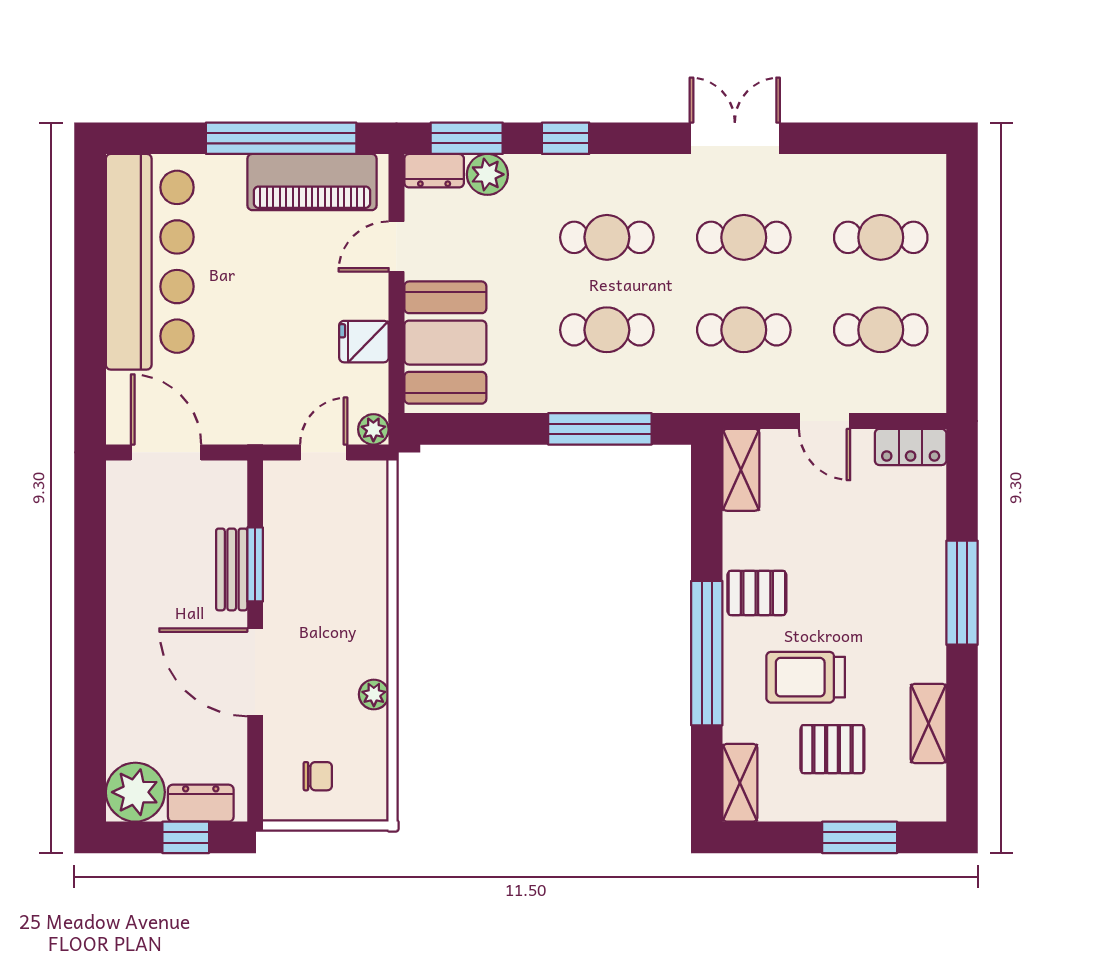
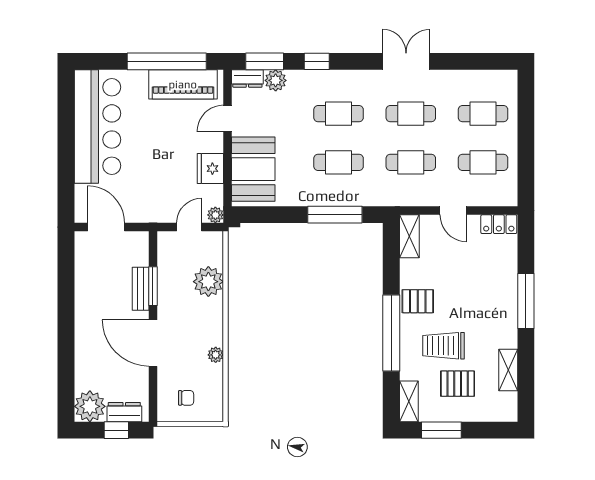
fridge: (364, 342) -> (210, 169), width x1.38
plant: (360, 556) -> (208, 282), added
window: (860, 837) -> (441, 430), moved

